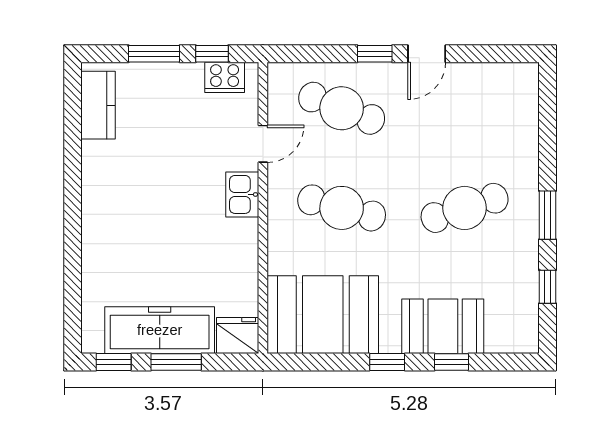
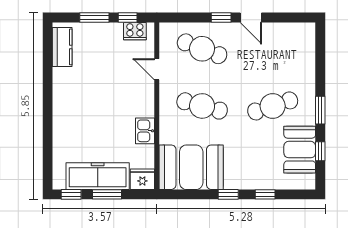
door: (427, 54) -> (251, 17), hinge flipped
door: (263, 144) -> (157, 69), swing flipped
kitchen sink: (242, 194) -> (145, 131), moved
booth: (443, 326) -> (300, 150), moved, turned 90

